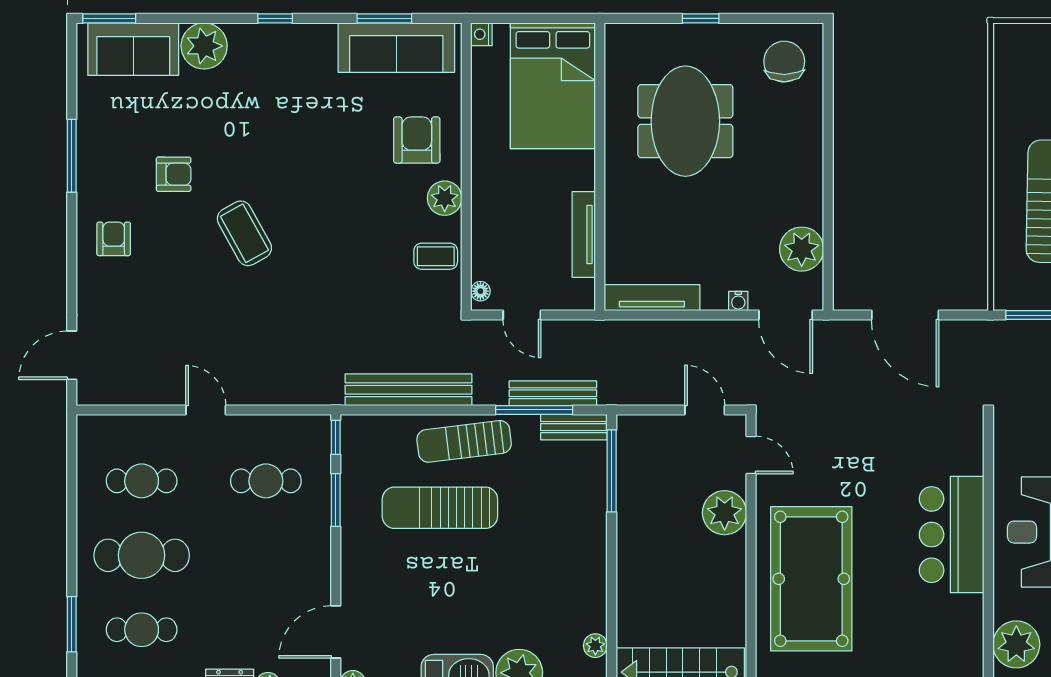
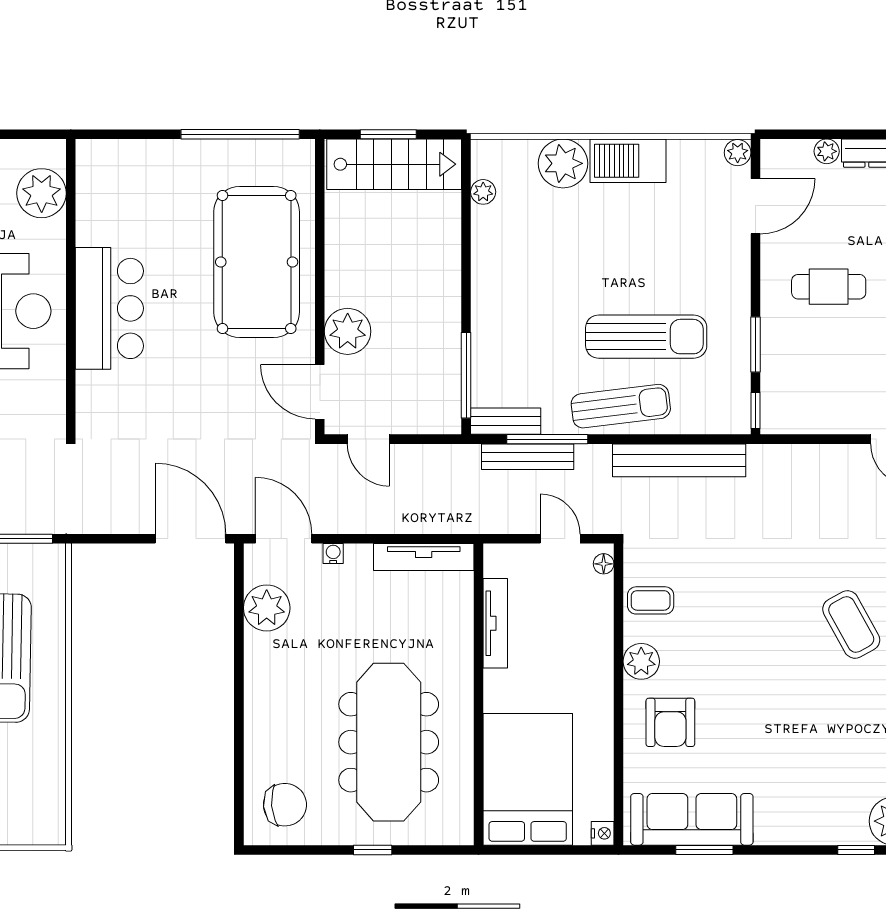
window: (275, 18) -> (856, 850), moved
chair: (784, 62) -> (285, 805), turned -94
meeting table: (685, 121) -> (389, 742), width x1.36
door: (905, 315) -> (191, 539), moved
door: (751, 455) -> (320, 392), width x1.38
cafe table: (266, 481) -> (829, 287), moved

